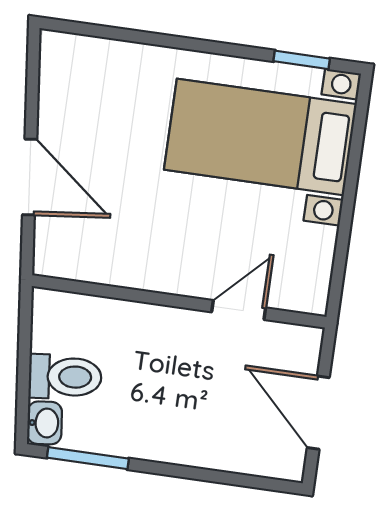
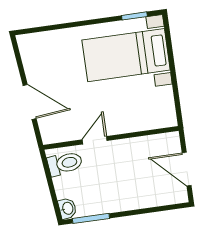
door: (239, 310) -> (95, 140), moved
toilet: (65, 377) -> (65, 163), moved

